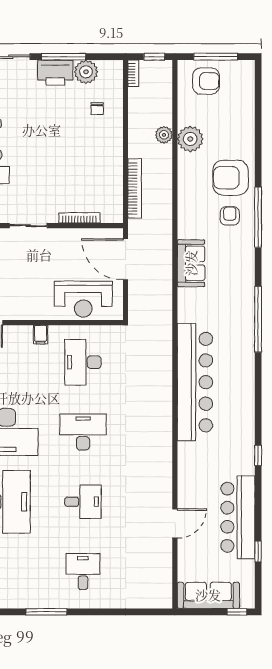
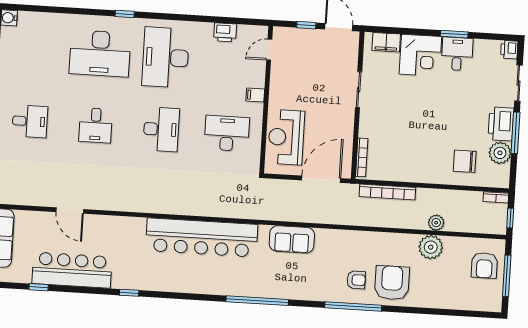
chair: (97, 109) -> (465, 161), width x1.87, depth x1.87
bookcase: (79, 218) -> (362, 157), moved
sofa: (191, 263) -> (292, 239), moved

